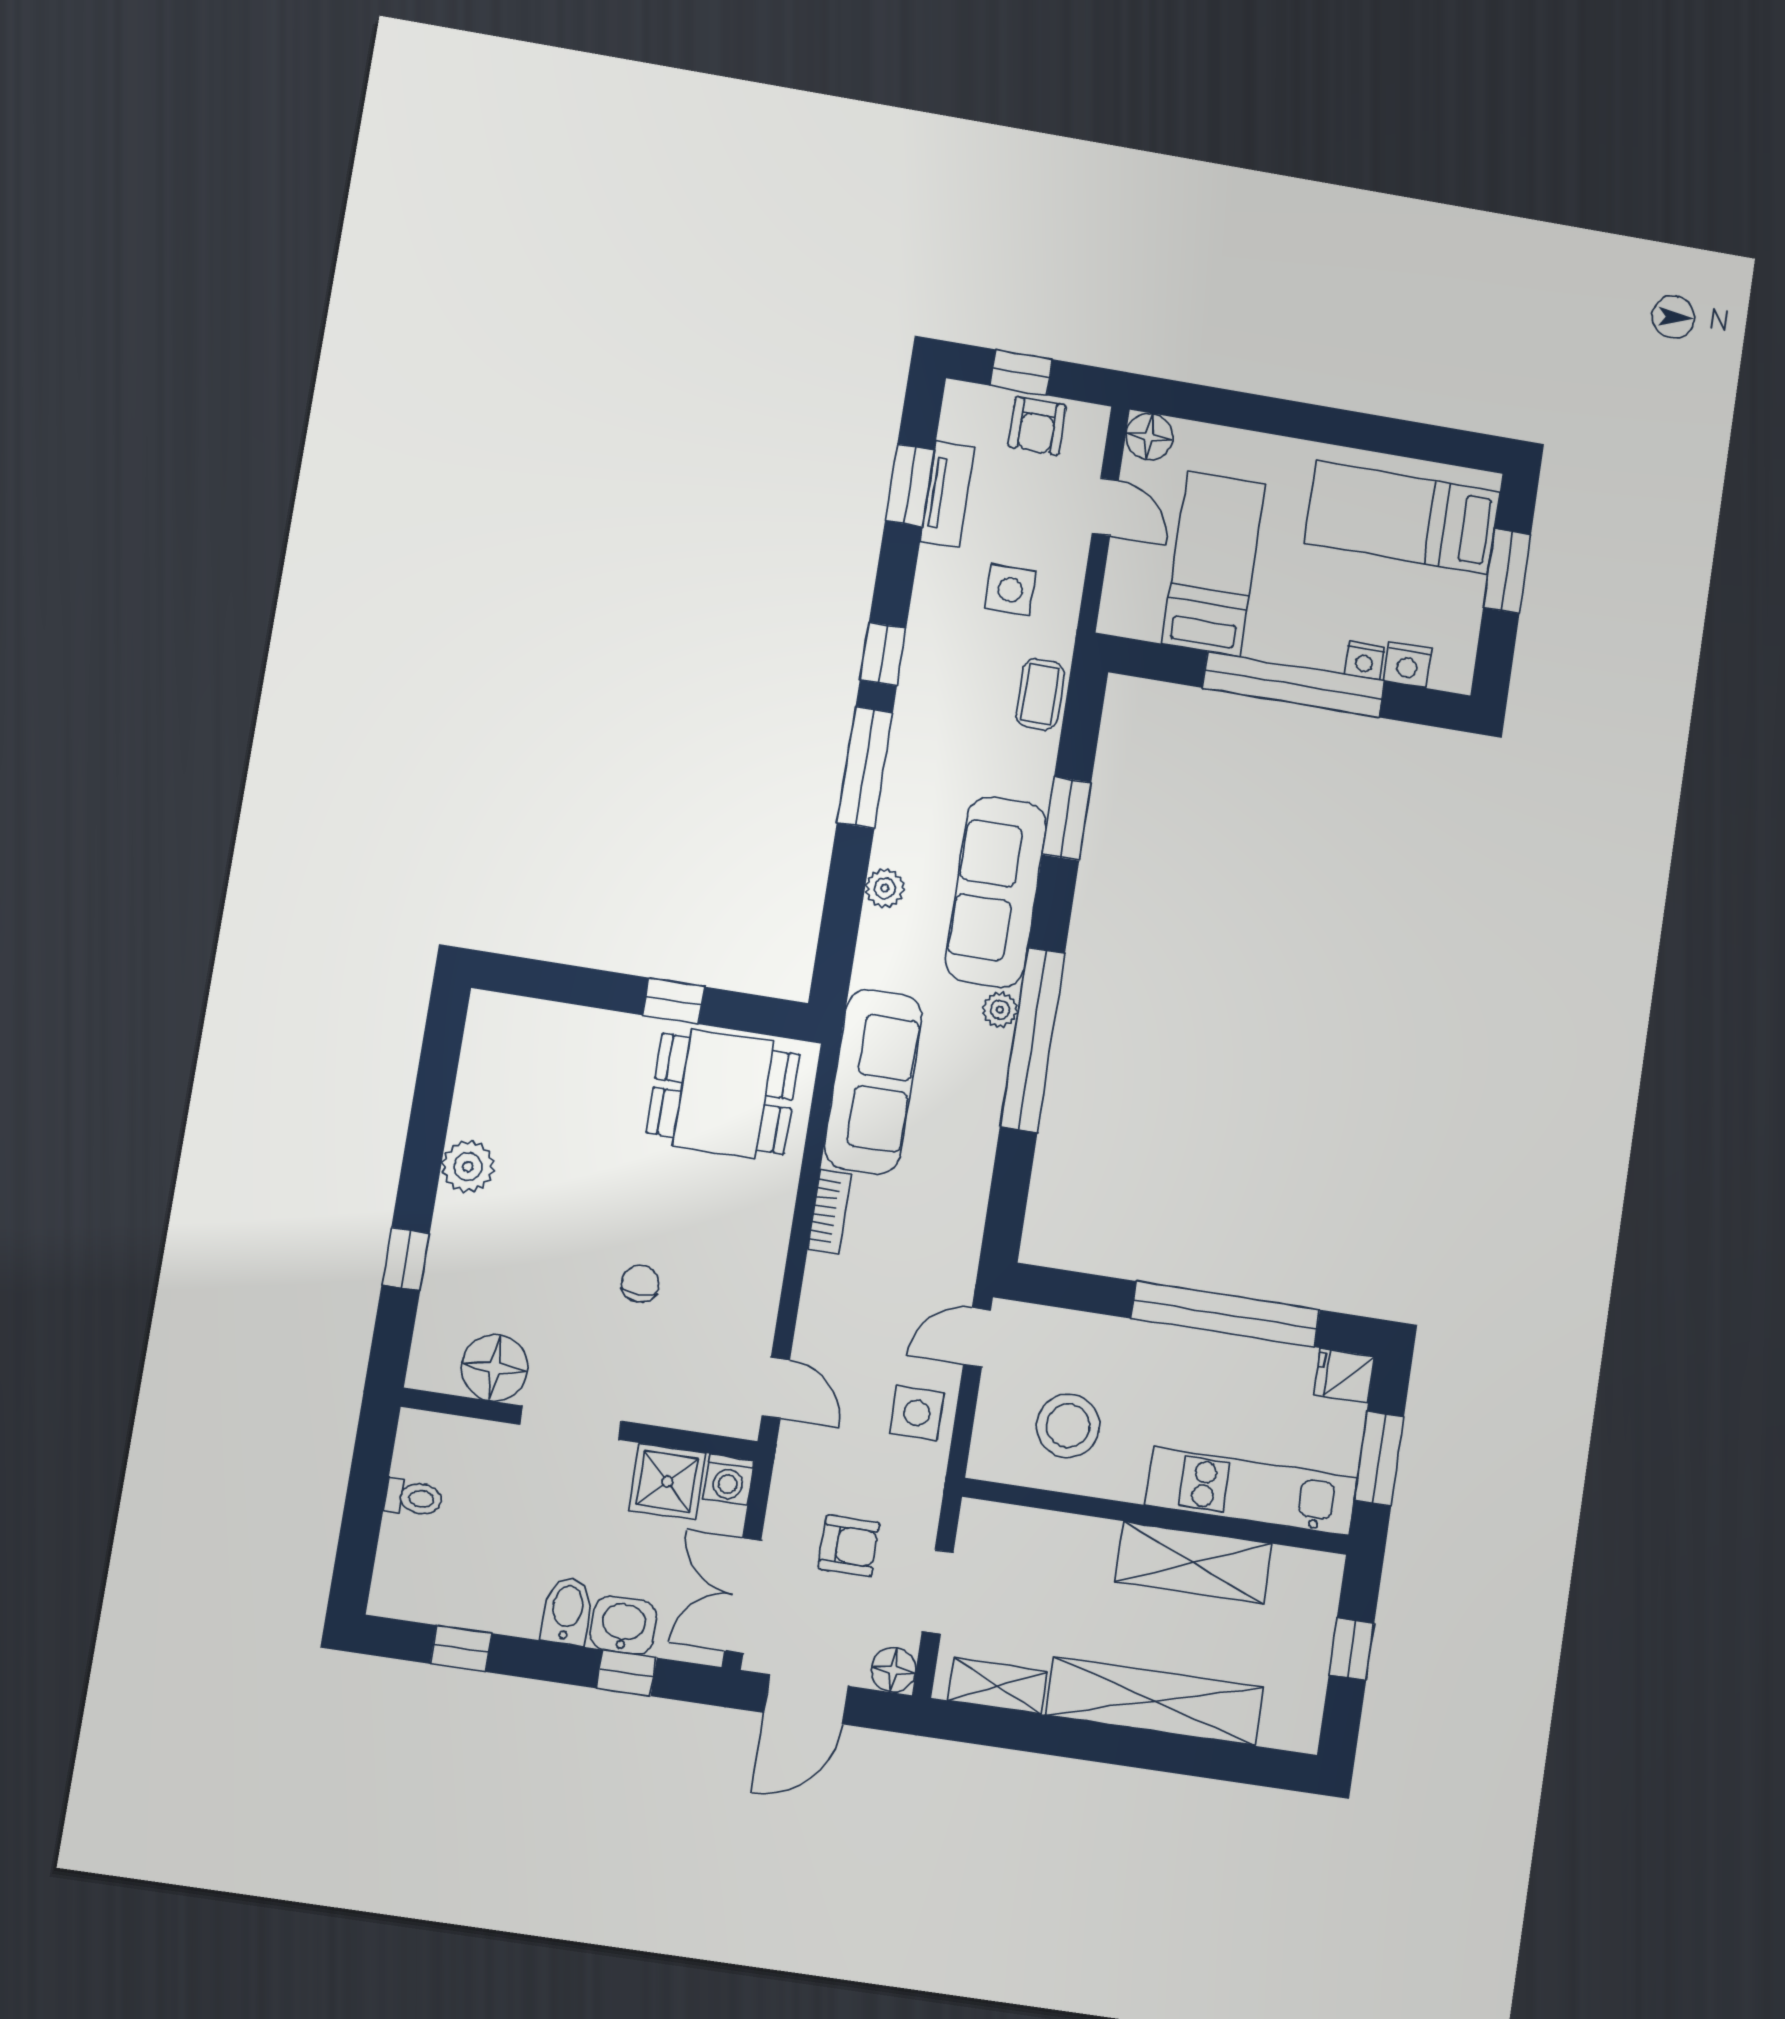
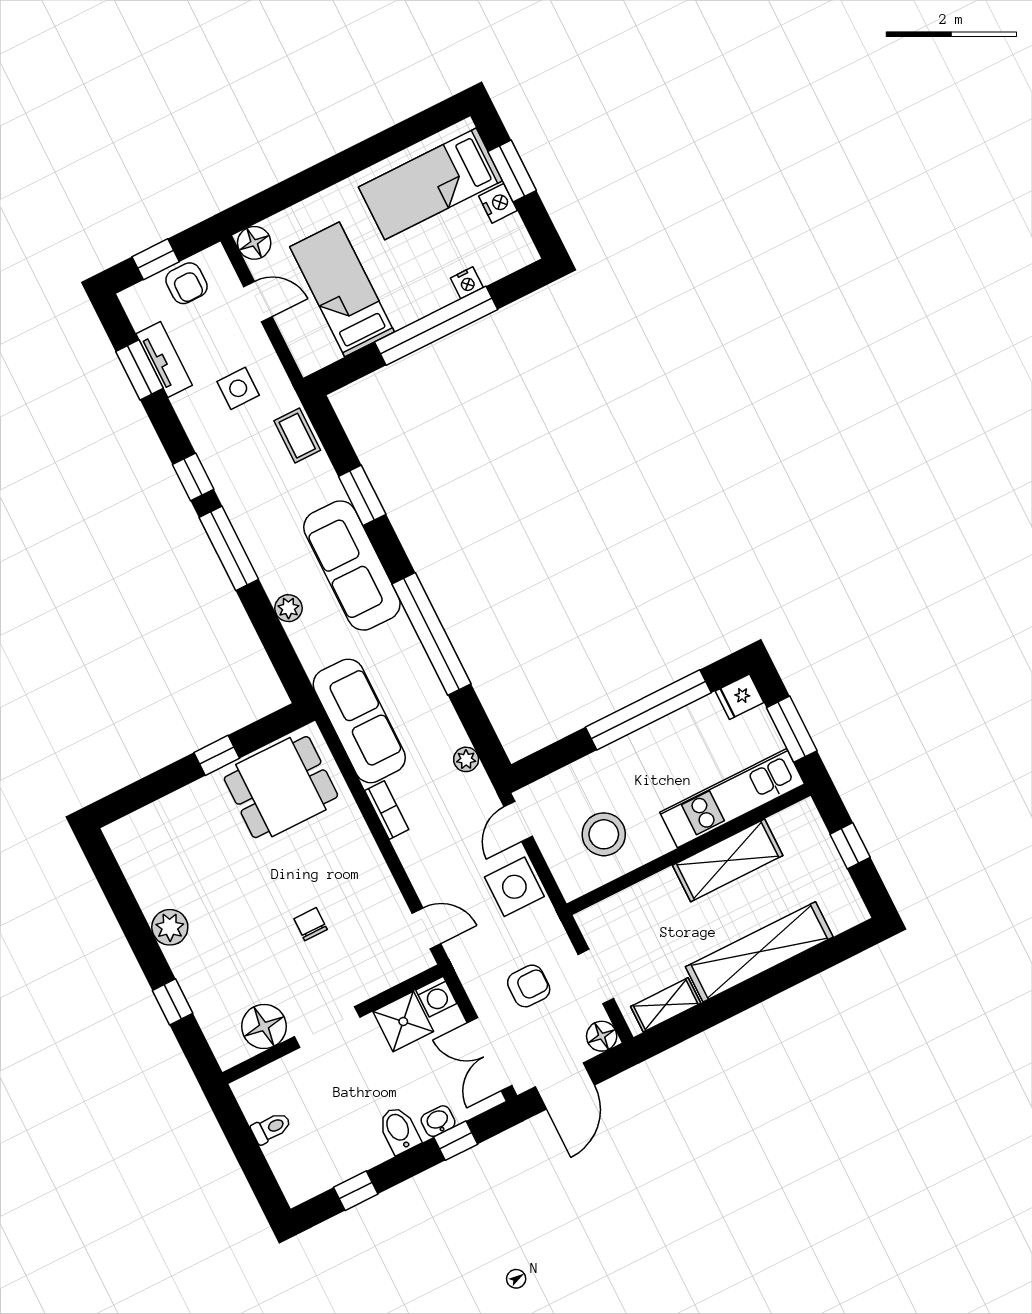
nightstand: (1407, 665) -> (498, 203), moved, turned -90
plant: (1000, 1010) -> (466, 759), moved
side table: (917, 1413) -> (514, 887), width x1.37, depth x1.37
washbasin: (624, 1625) -> (438, 1121), width x0.72, depth x0.69

